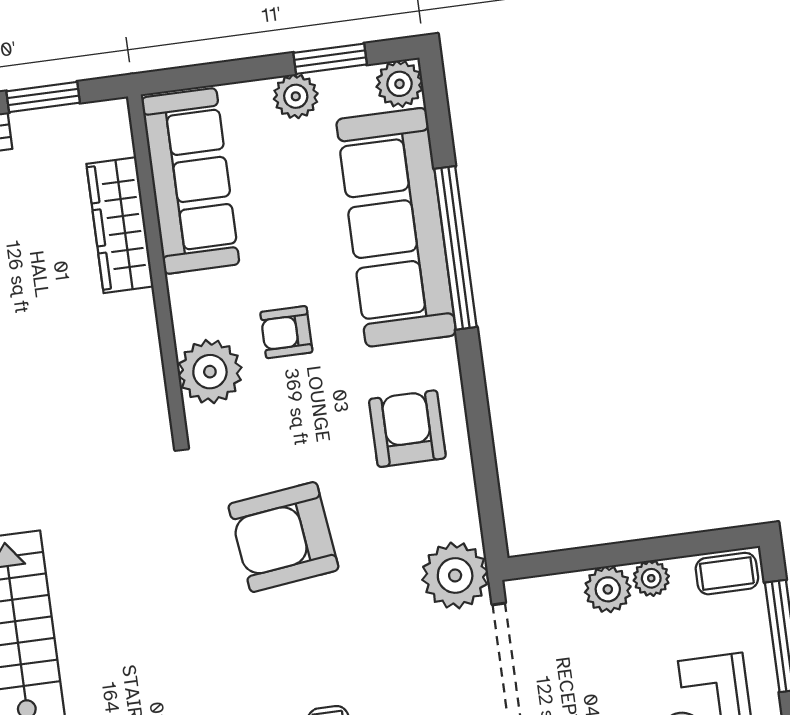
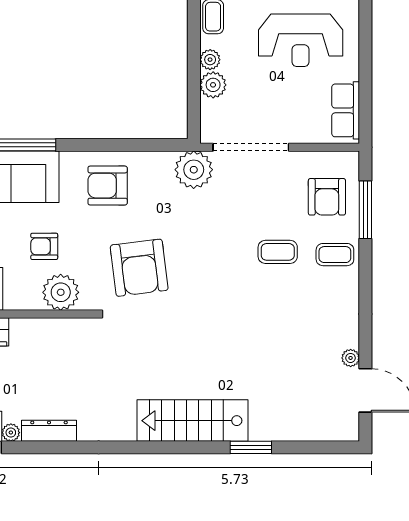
armchair: (286, 332) -> (44, 246), turned 90
armchair: (283, 537) -> (139, 268), moved

